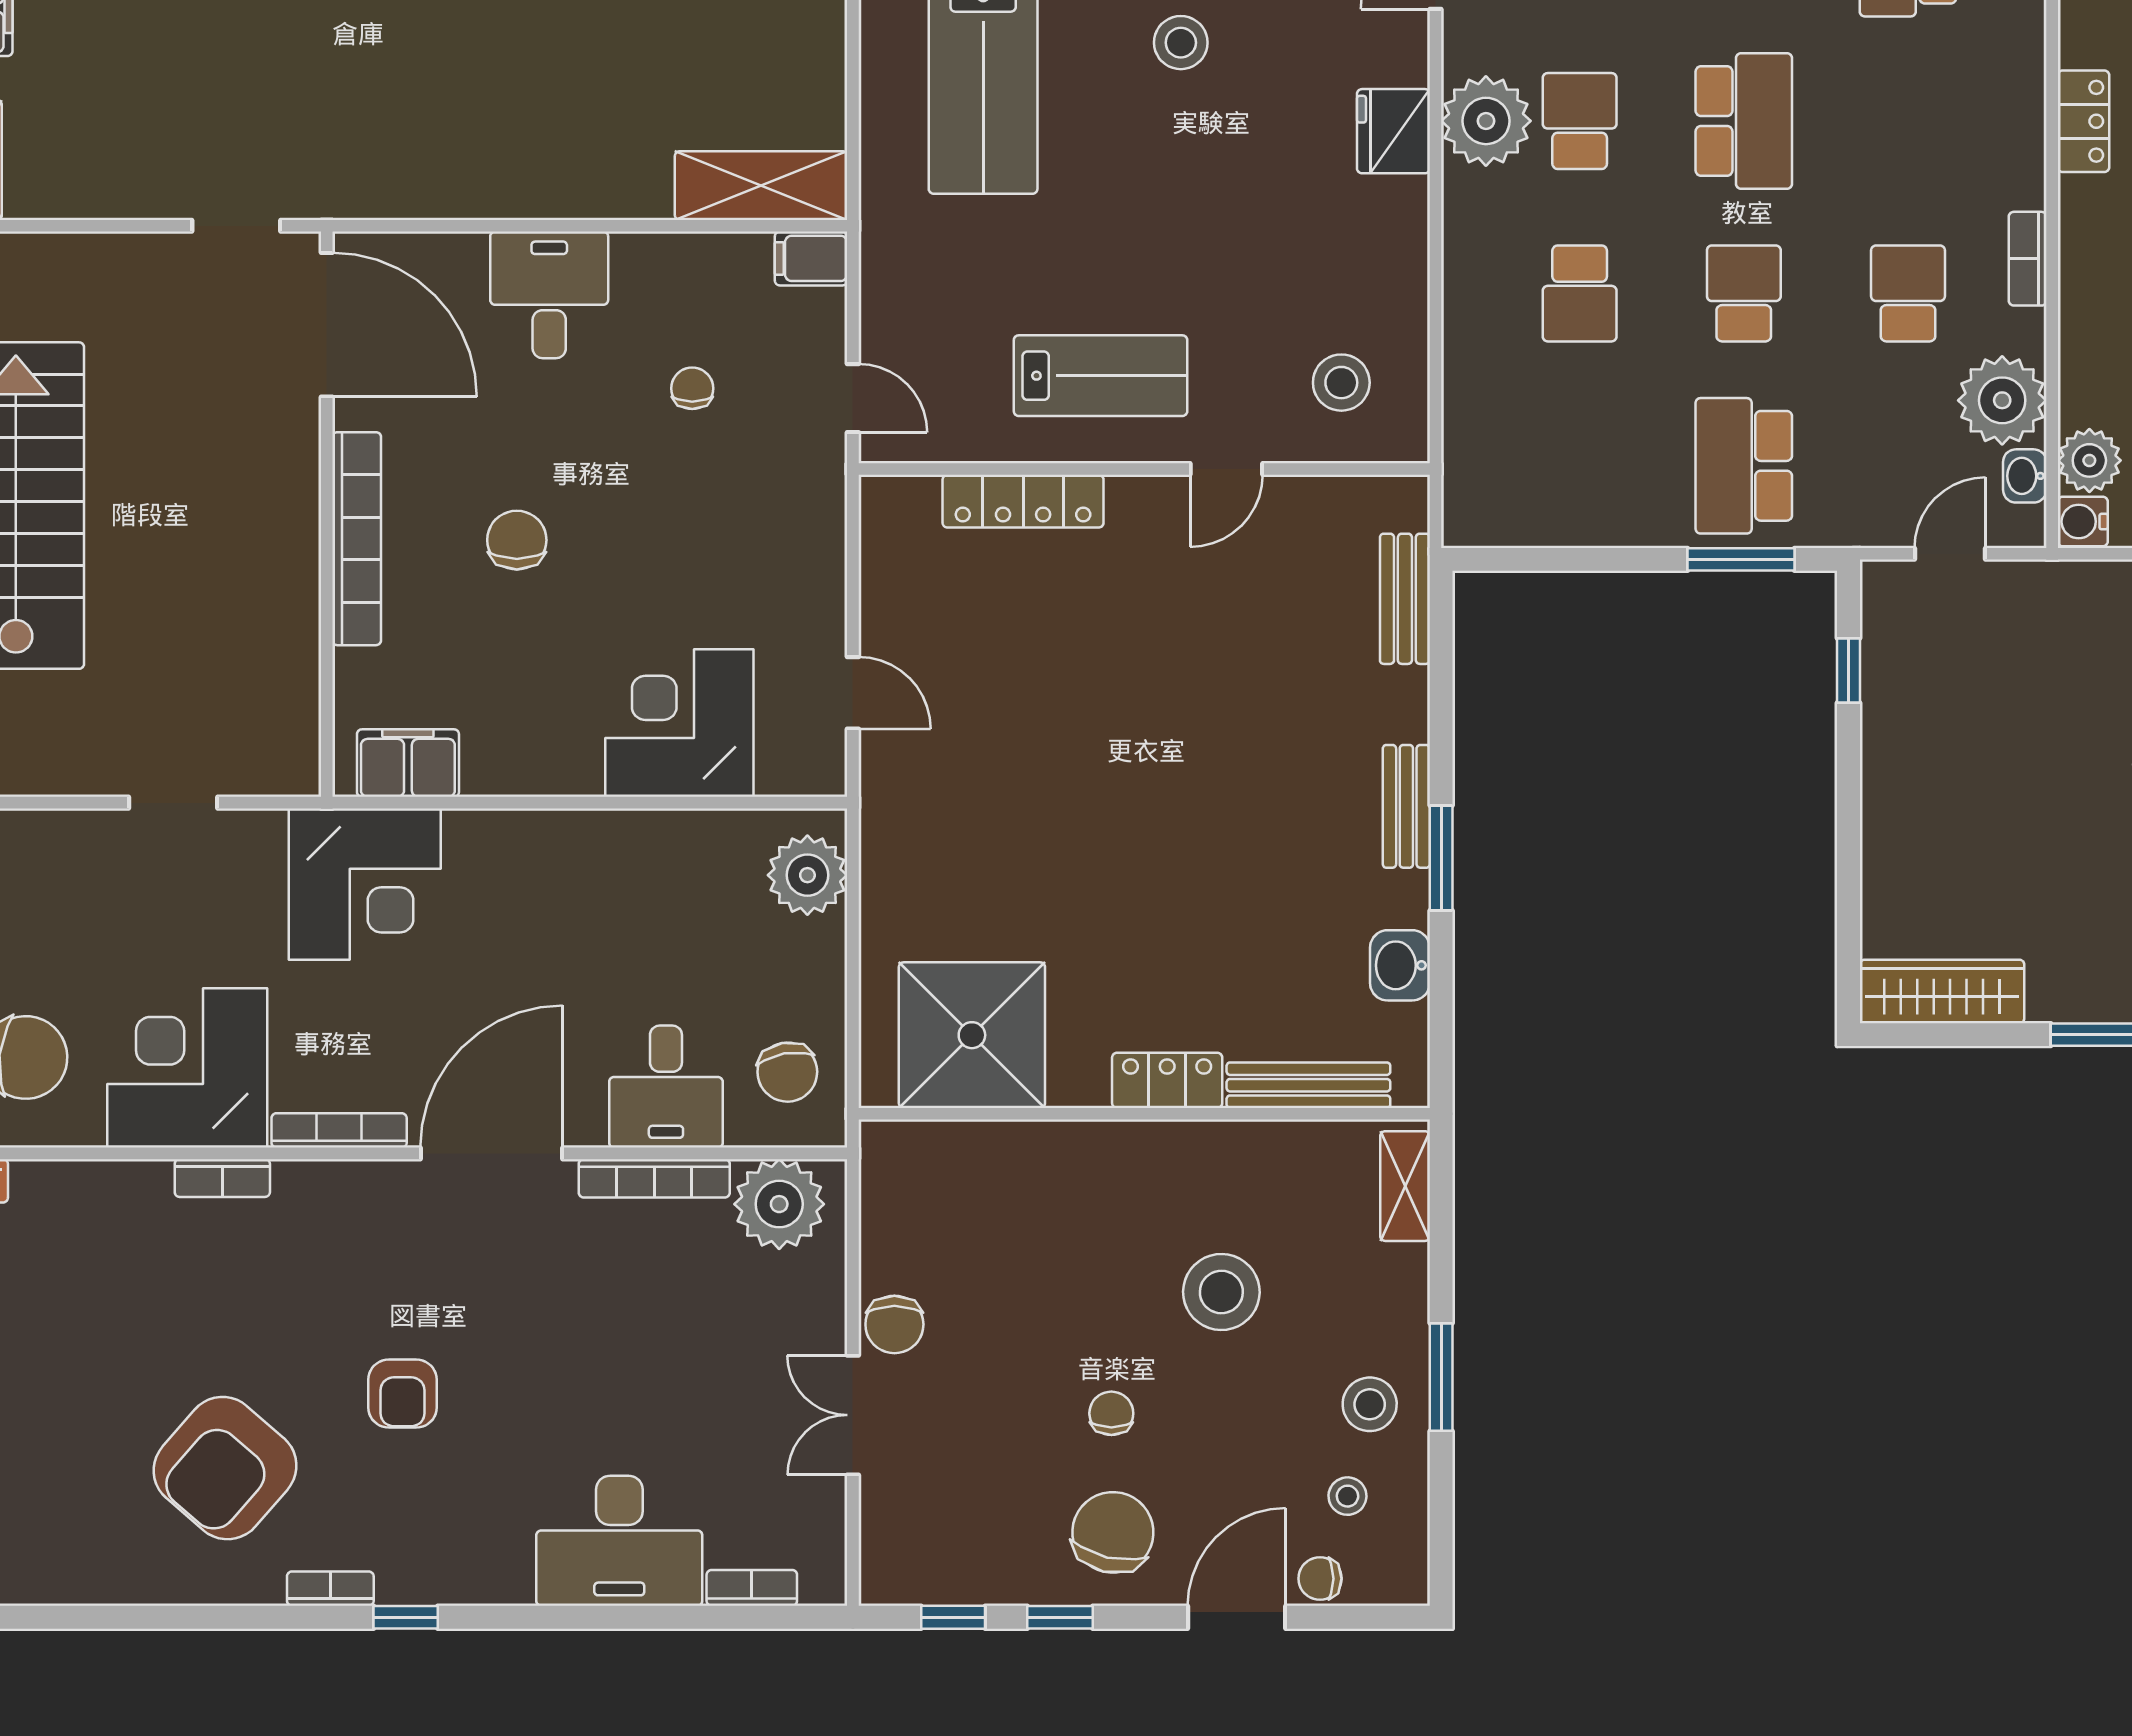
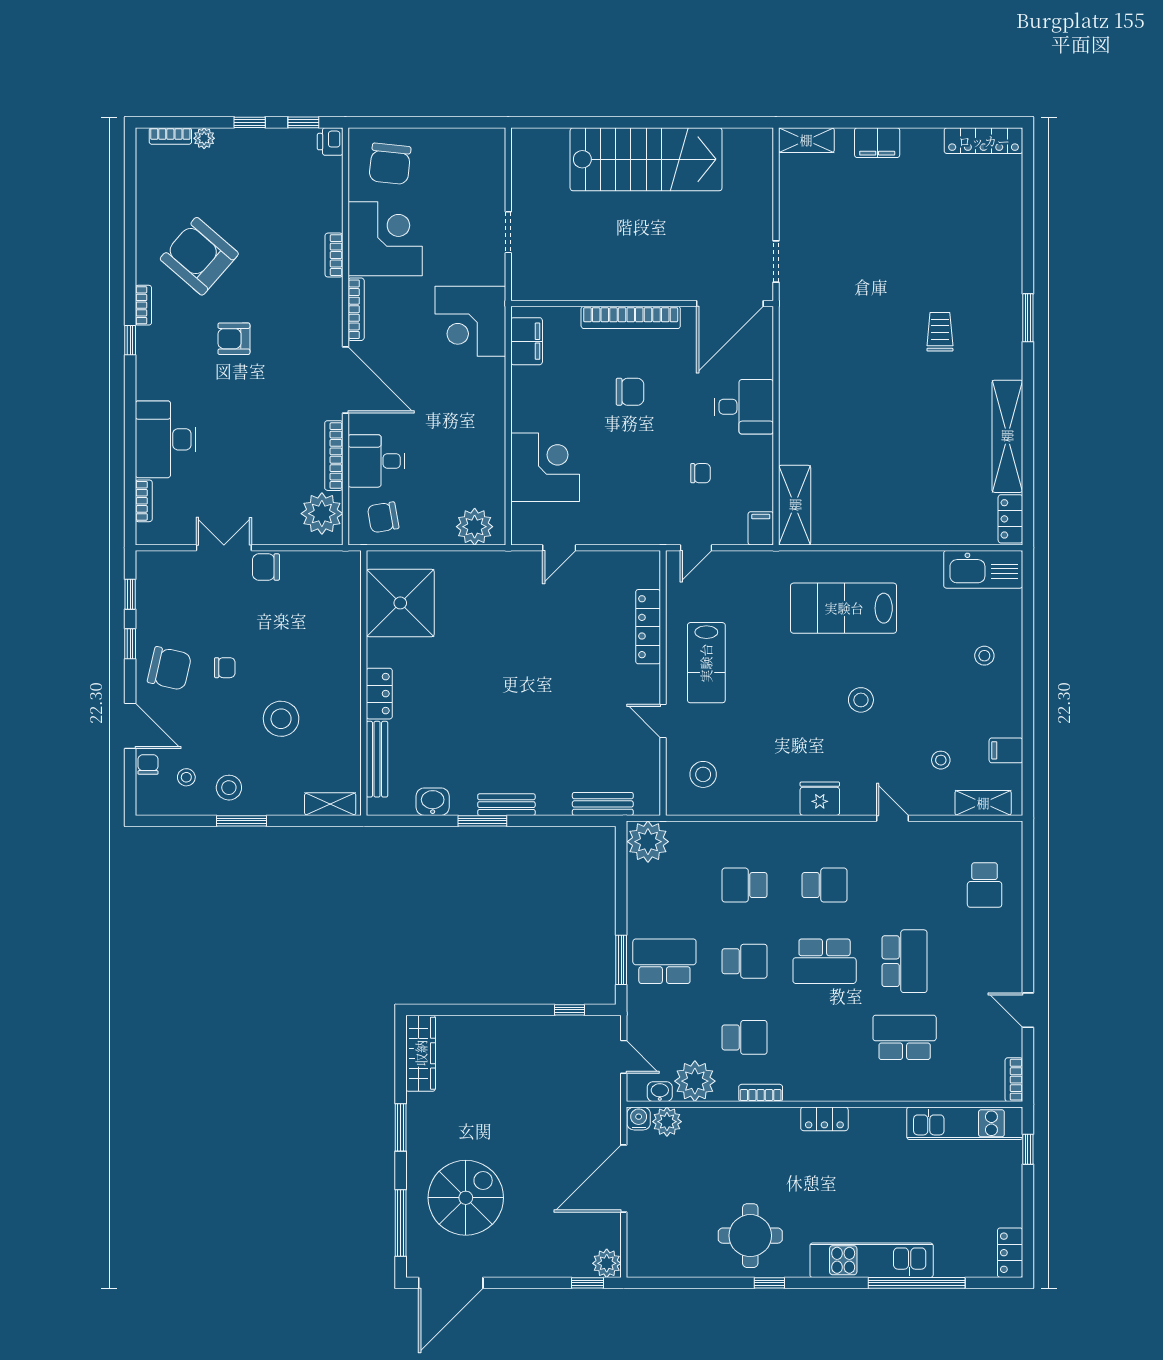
plant: (1486, 121) -> (648, 842), moved

